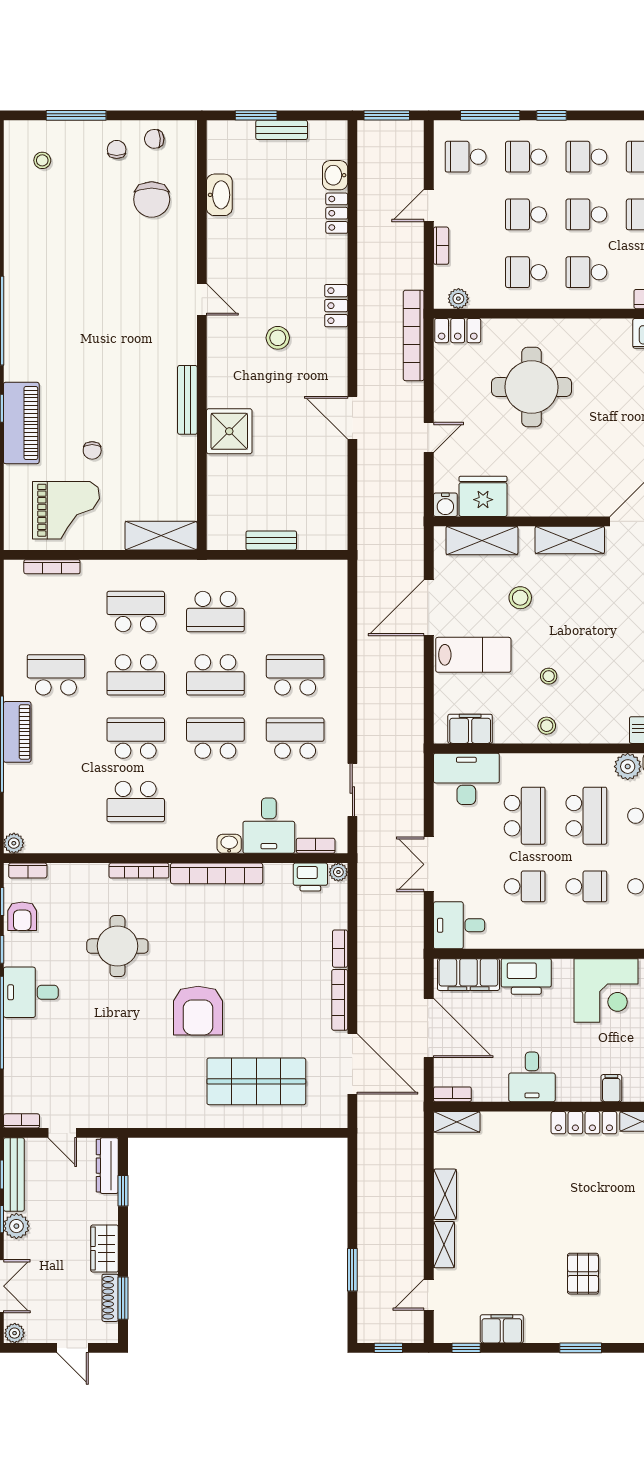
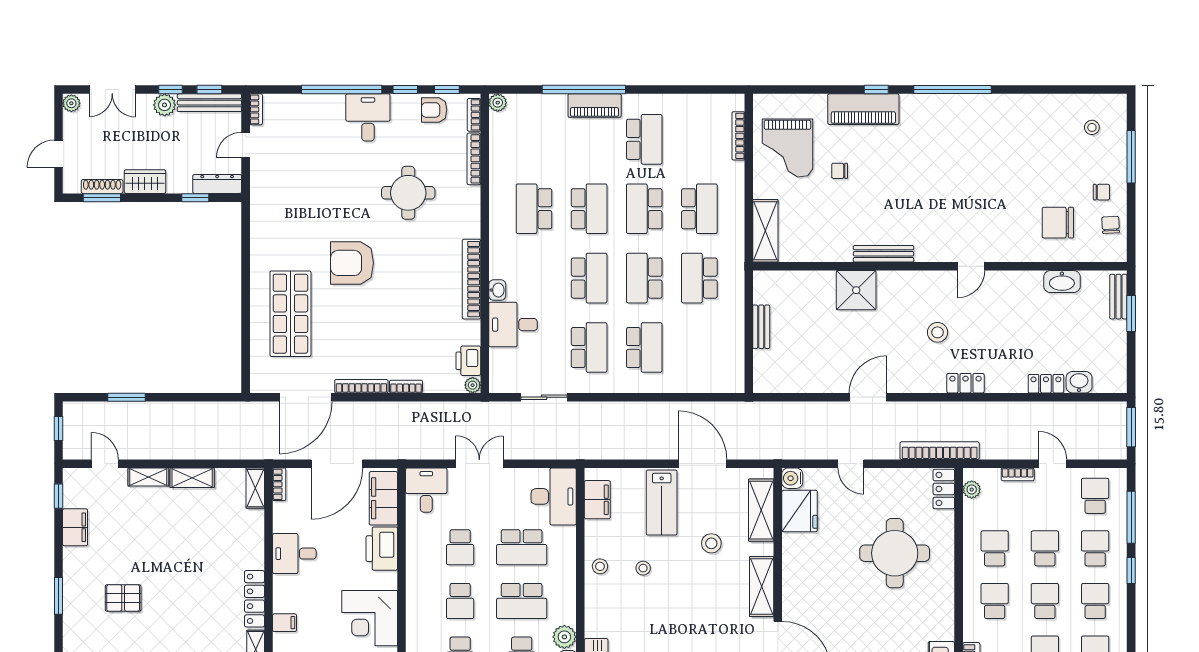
bench: (282, 130) -> (1118, 297), moved
bookcase: (316, 846) -> (495, 365), removed
bookcase: (139, 871) -> (474, 159), moved

